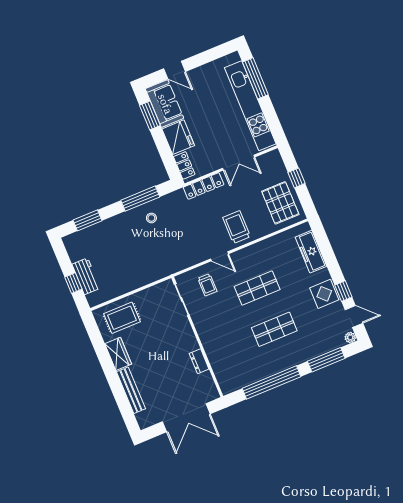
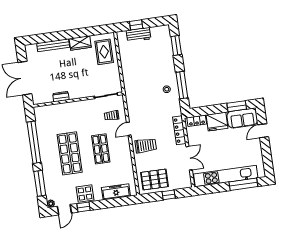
double door: (239, 163) -> (189, 158), swing flipped
shop shelf: (274, 329) -> (70, 153), width x1.43, depth x1.36

